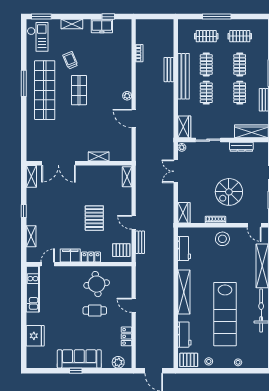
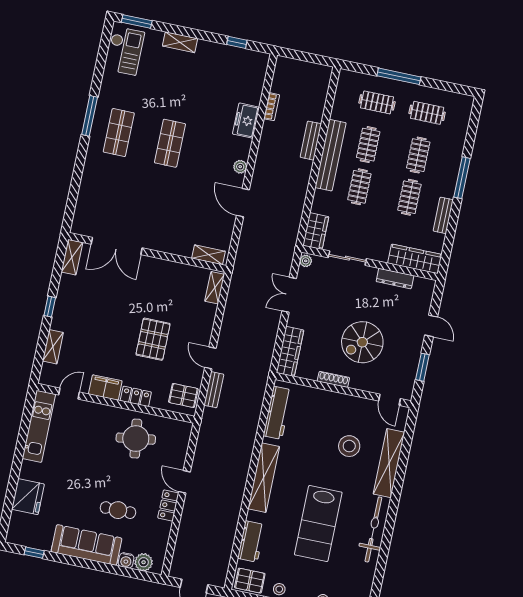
freezer: (102, 26) -> (246, 121), moved, turned 90
trolley: (70, 60) -> (166, 96), removed
shop shelf: (45, 90) -> (119, 133), width x0.50, depth x0.74
shelving: (99, 156) -> (209, 255), moved
wardrobe: (184, 213) -> (290, 351), width x1.50
stool: (222, 239) -> (349, 446), moved
workbench: (184, 249) -> (278, 413), width x1.38
cafe table: (95, 311) -> (118, 510), moved
lab bench: (225, 314) -> (318, 524), width x0.73
locker: (126, 336) -> (168, 505), moved
water cooler: (107, 363) -> (126, 560), added
window: (76, 371) -> (34, 553), moved

